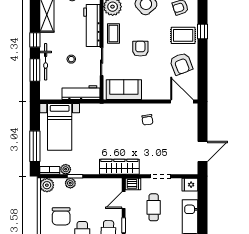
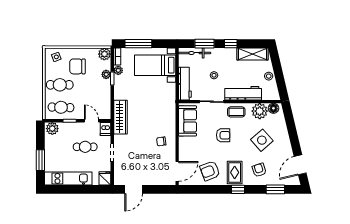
bicycle: (46, 62) -> (195, 53), moved
door: (203, 152) -> (134, 189), hinge flipped

